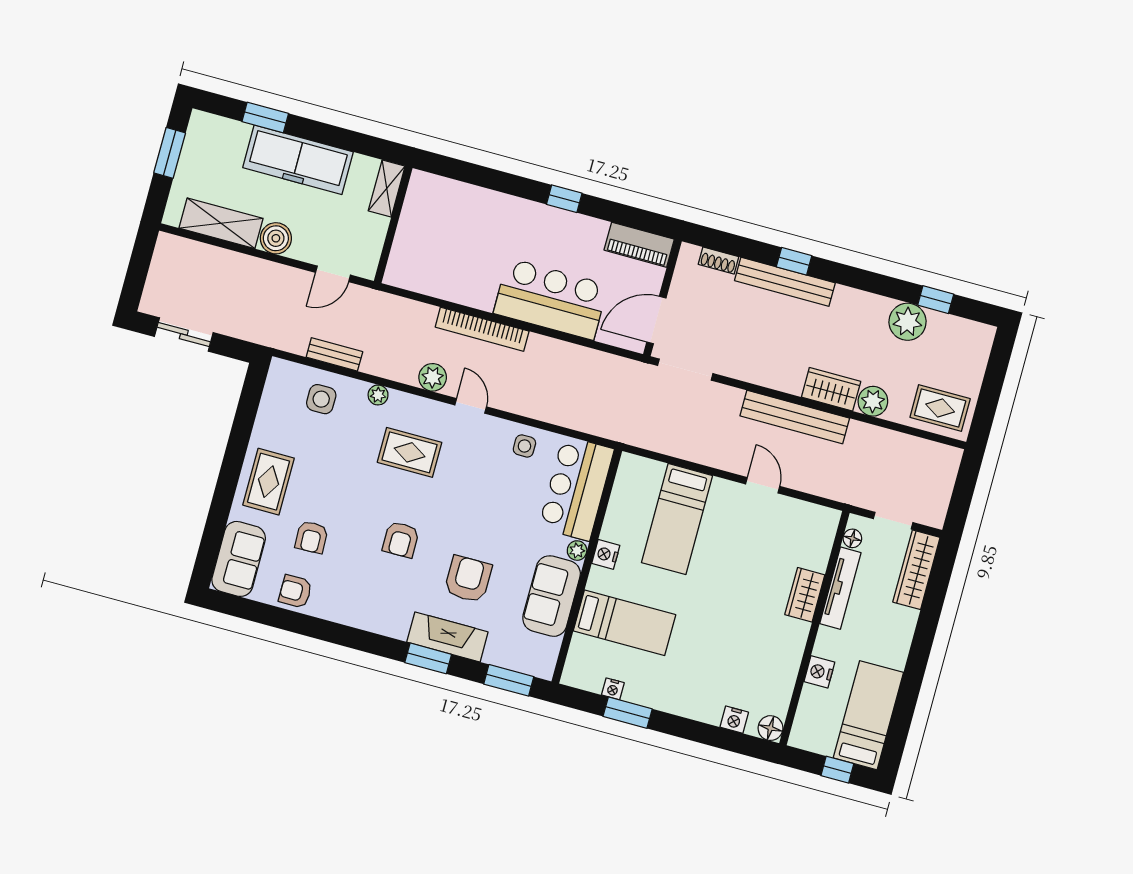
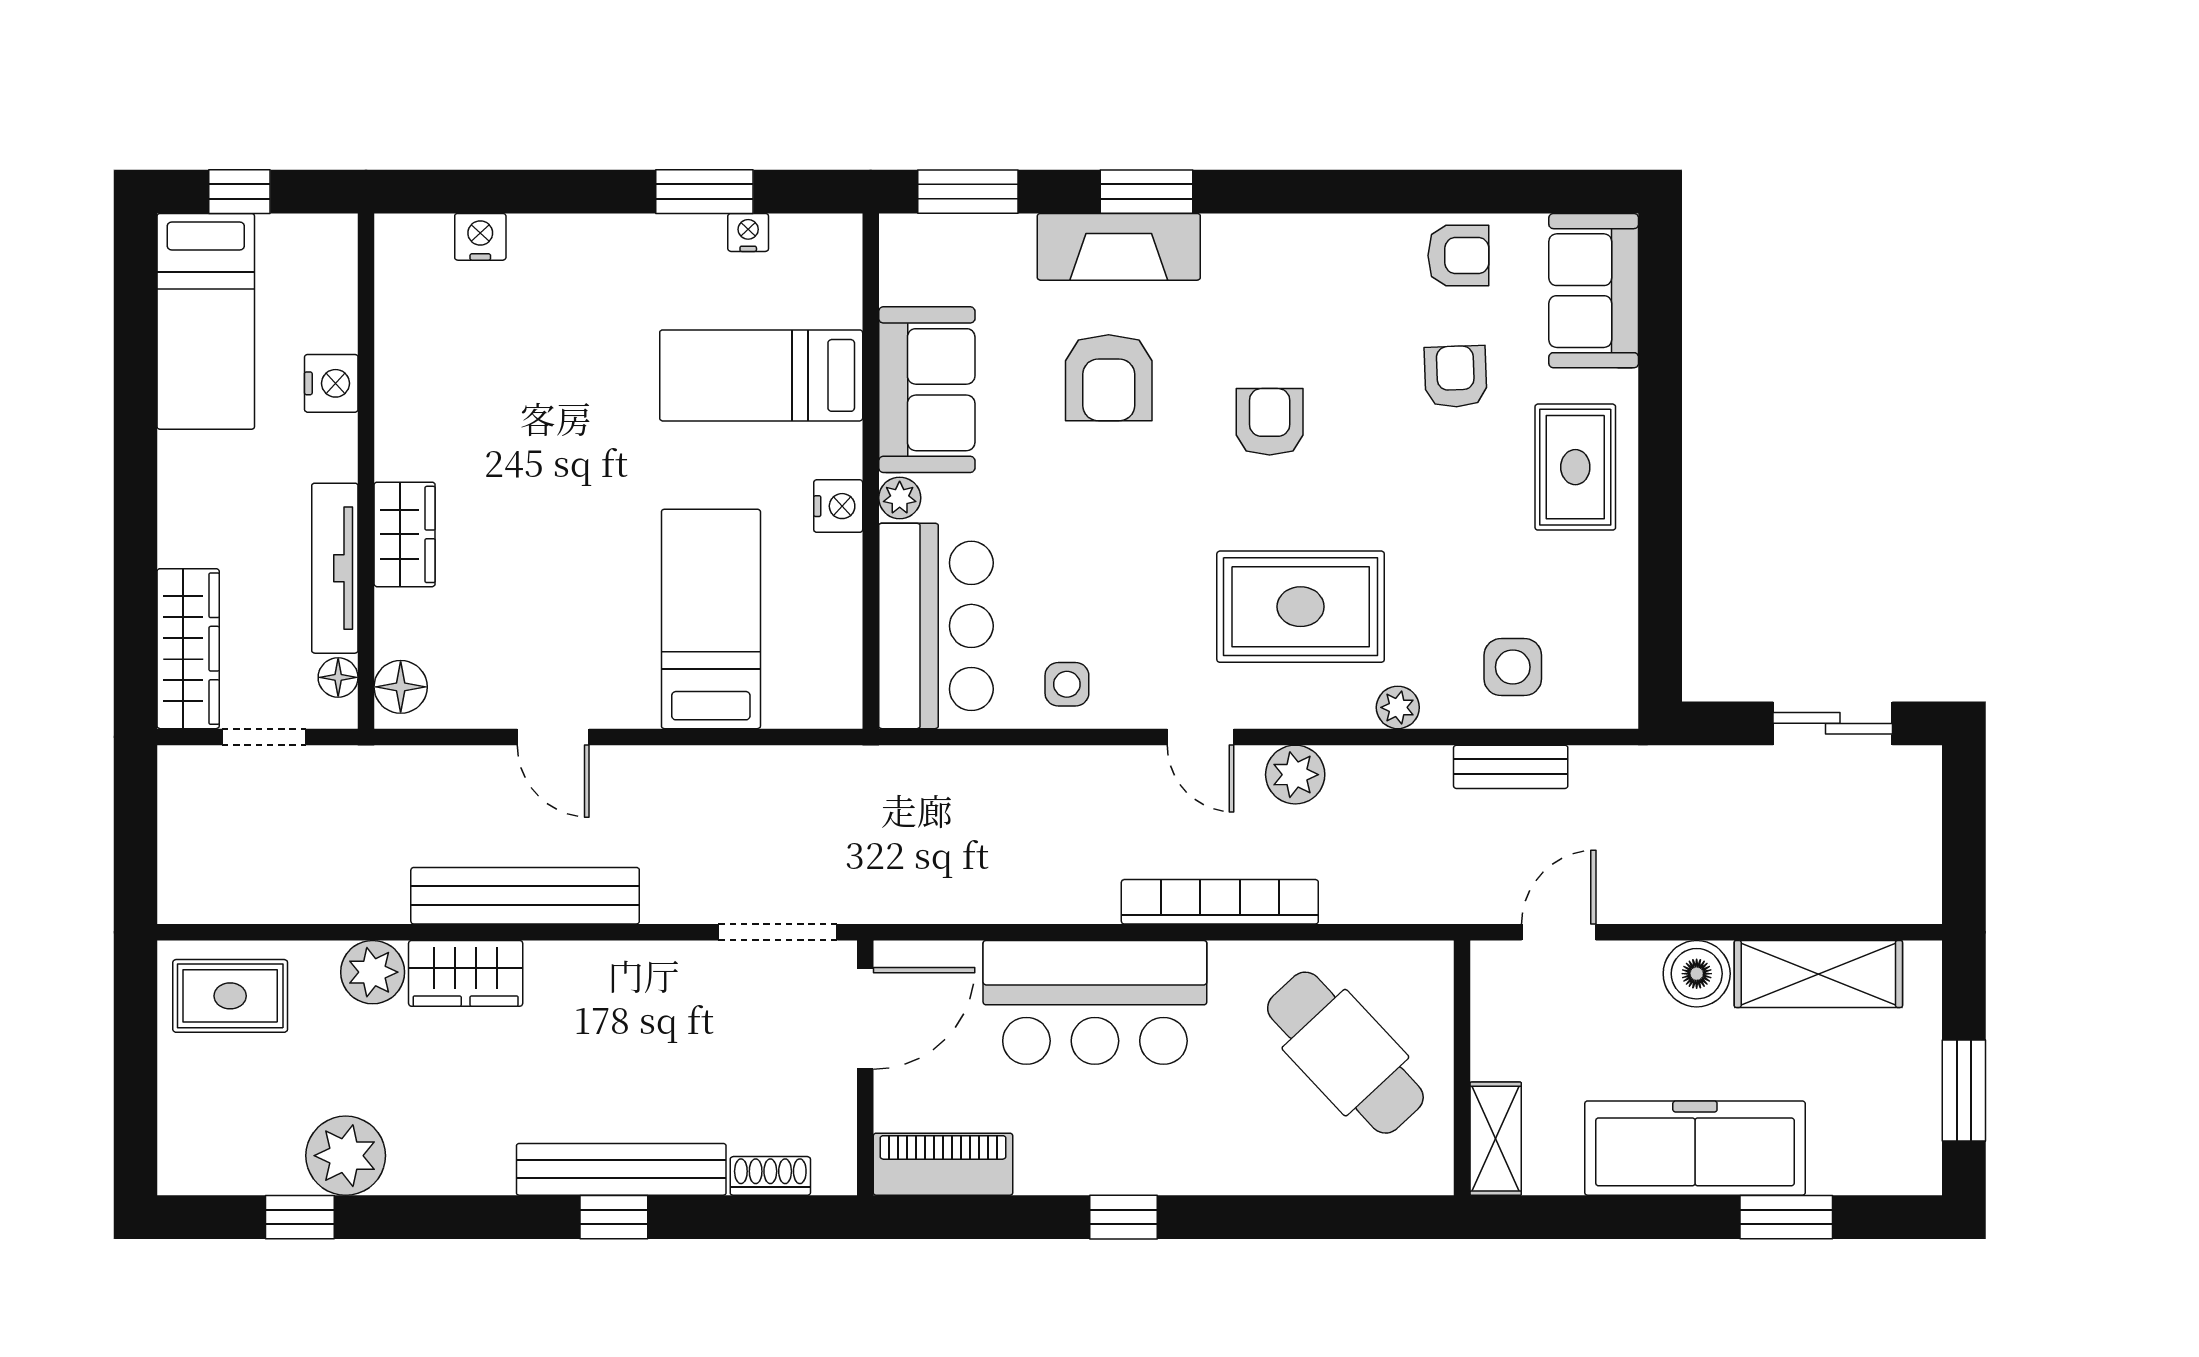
cafe table: (444, 246) -> (1345, 1053), added
rug: (410, 452) -> (1301, 607), width x1.36, depth x1.43
floor lamp: (770, 728) -> (401, 687), moved

